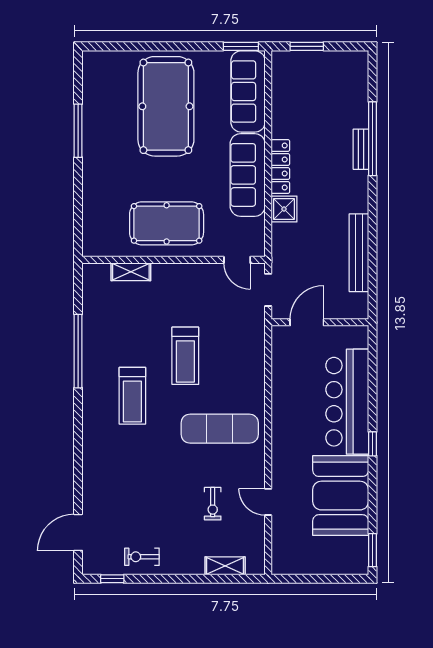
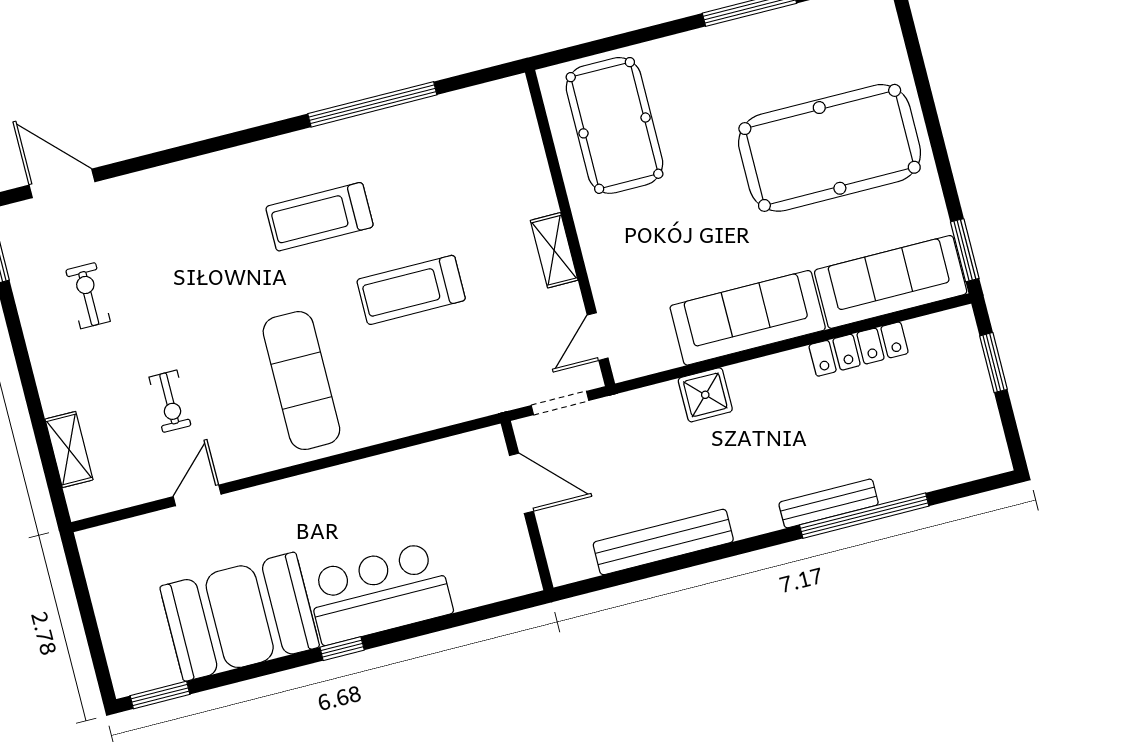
bench: (361, 149) -> (829, 504), width x1.36
locker: (280, 166) -> (859, 349), moved
pool table: (167, 223) -> (615, 125), moved
shelving: (131, 272) -> (554, 250), moved
bar counter: (347, 402) -> (379, 593), width x0.73
exercise bike: (213, 504) -> (170, 401), turned -90
exercise bike: (142, 557) -> (88, 296), moved

